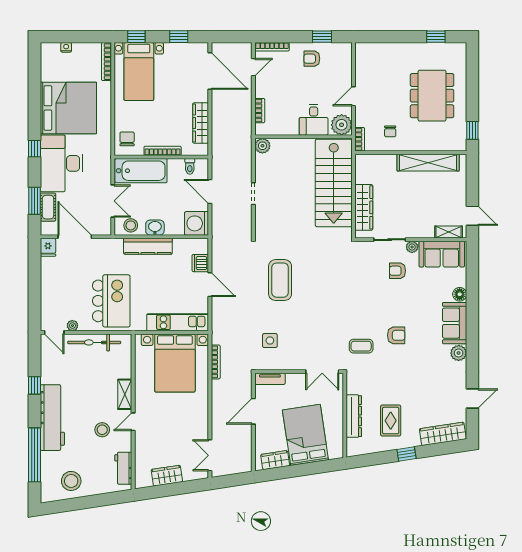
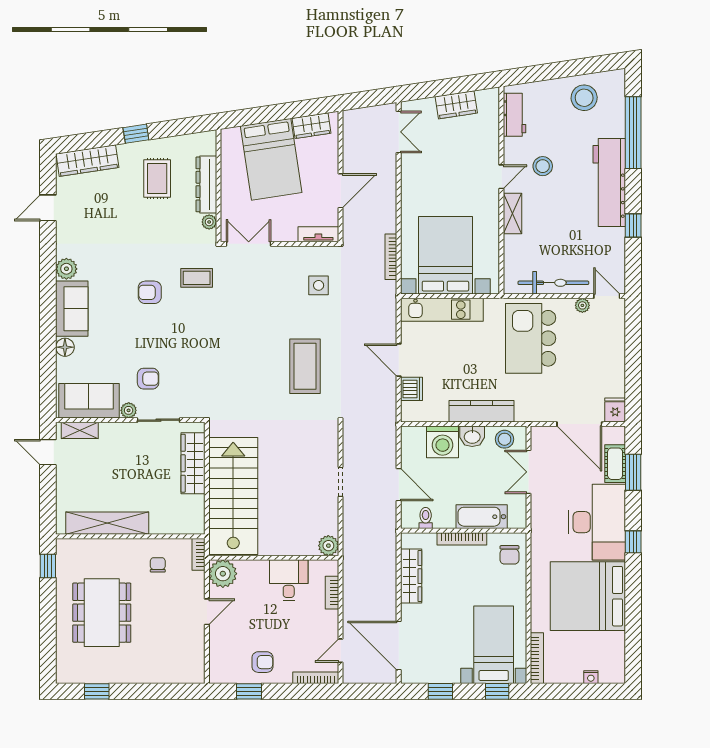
desk: (314, 120) -> (289, 580), moved
bathtub: (141, 171) -> (482, 517), width x0.73, depth x0.73
washing machine: (197, 223) -> (443, 442), moved, turned 90
plant: (352, 388) -> (209, 222), added

